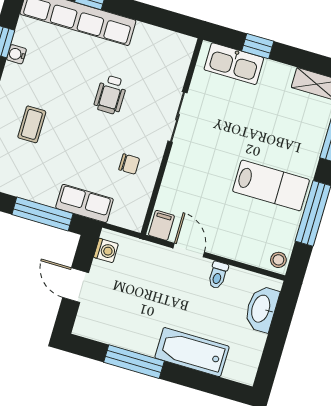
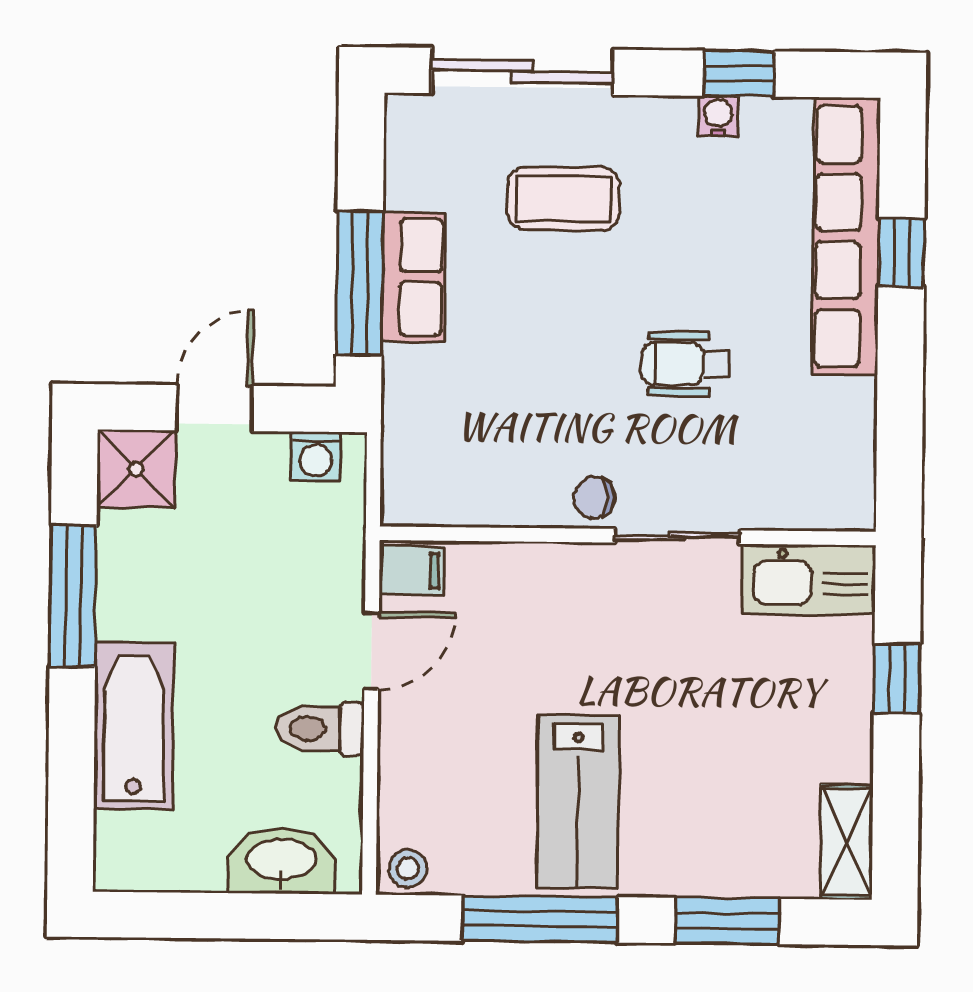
kitchen sink: (234, 64) -> (809, 580), moved, turned -90
coffee table: (32, 124) -> (563, 199), width x1.36, depth x1.30
chair: (129, 164) -> (594, 498), moved, turned 90
row of seats: (84, 203) -> (413, 277), moved
toilet: (218, 275) -> (320, 729), width x1.37, depth x1.39
shower: (91, 323) -> (136, 469), added

